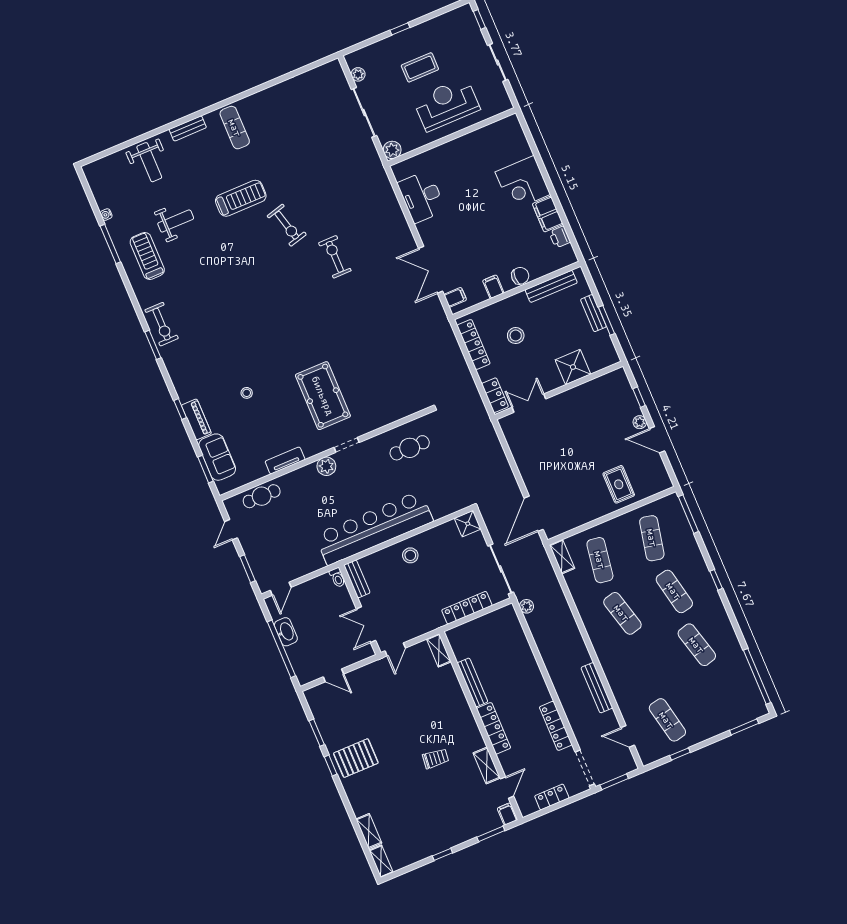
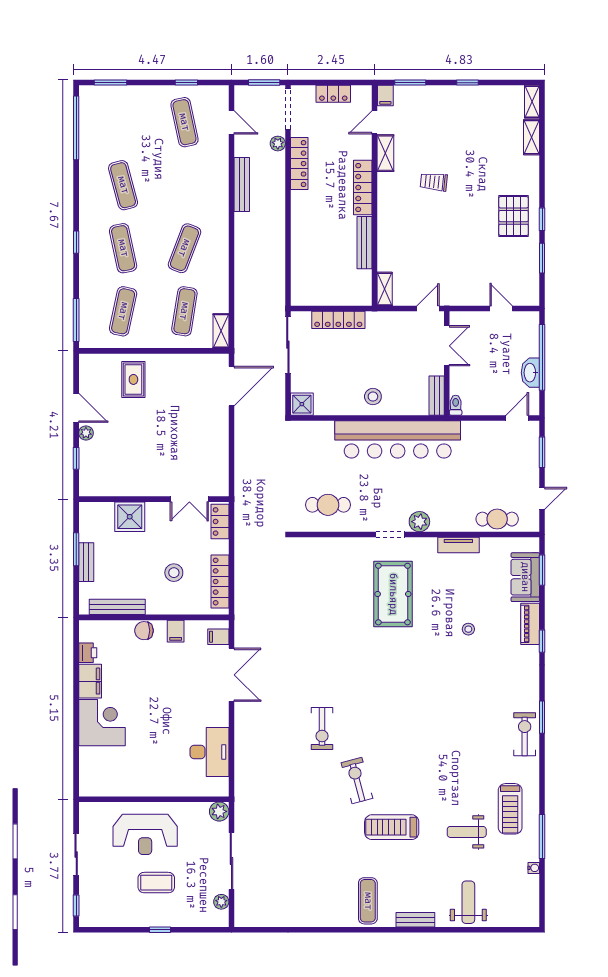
plant: (527, 606) -> (278, 144), moved
exercise mat: (622, 613) -> (184, 248), turned 36
pallet: (356, 758) -> (514, 216), turned 90

